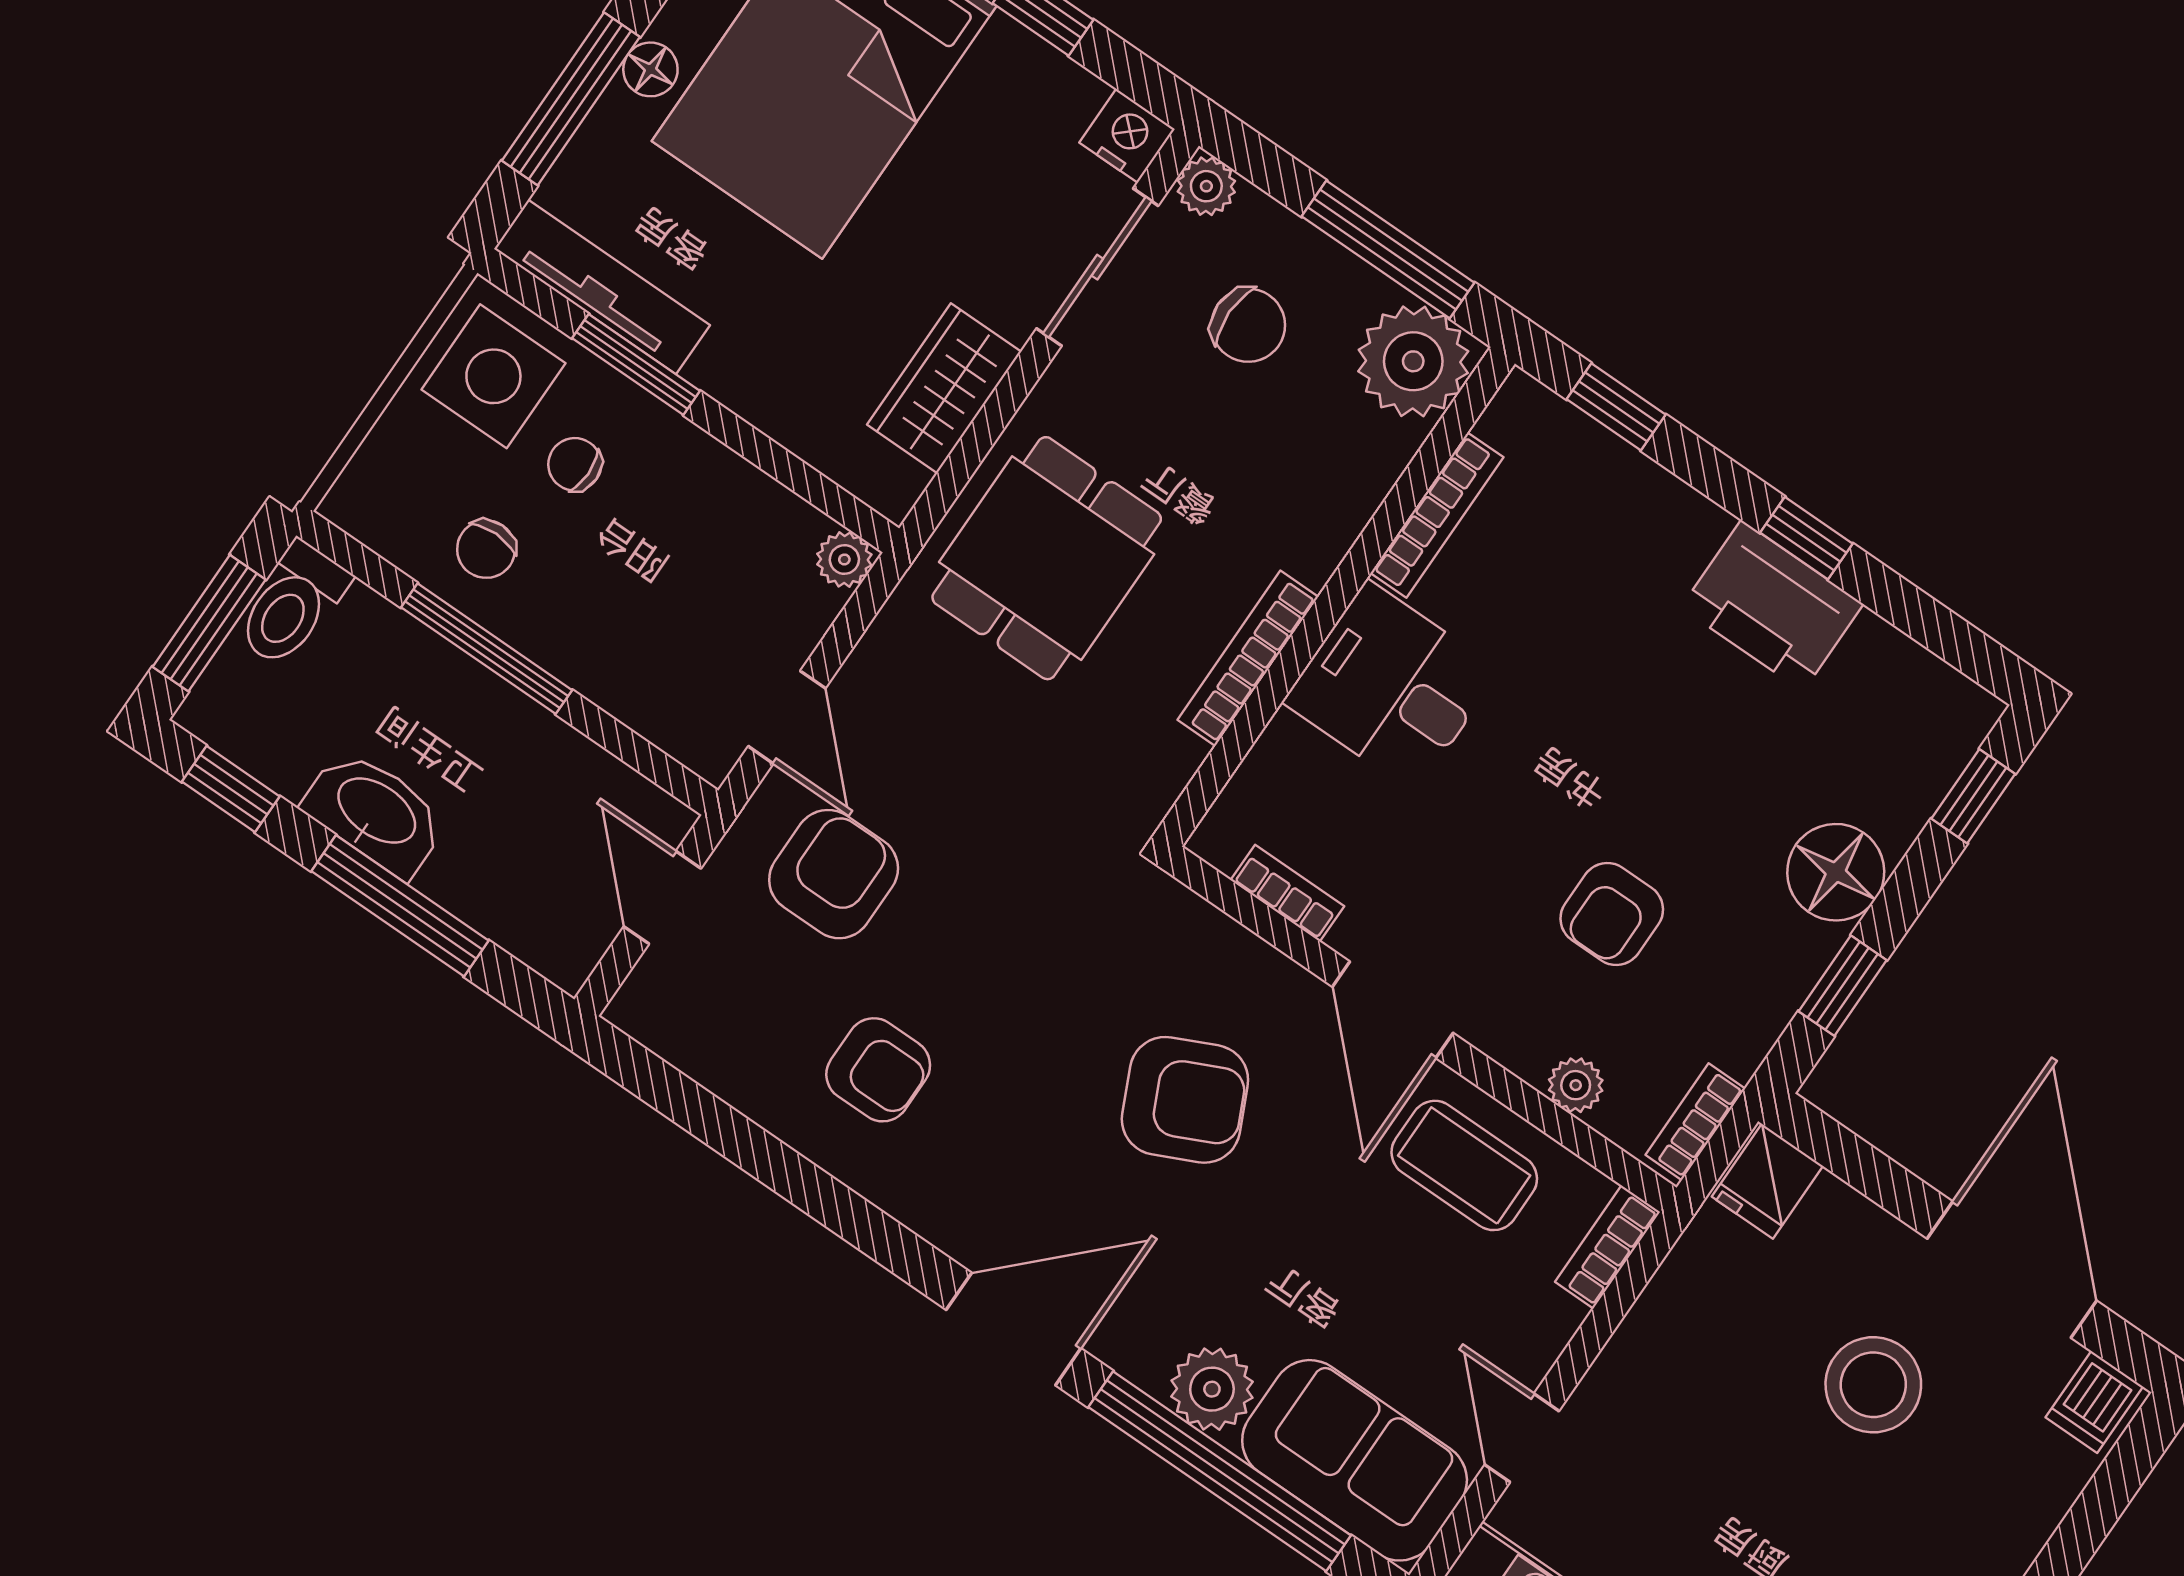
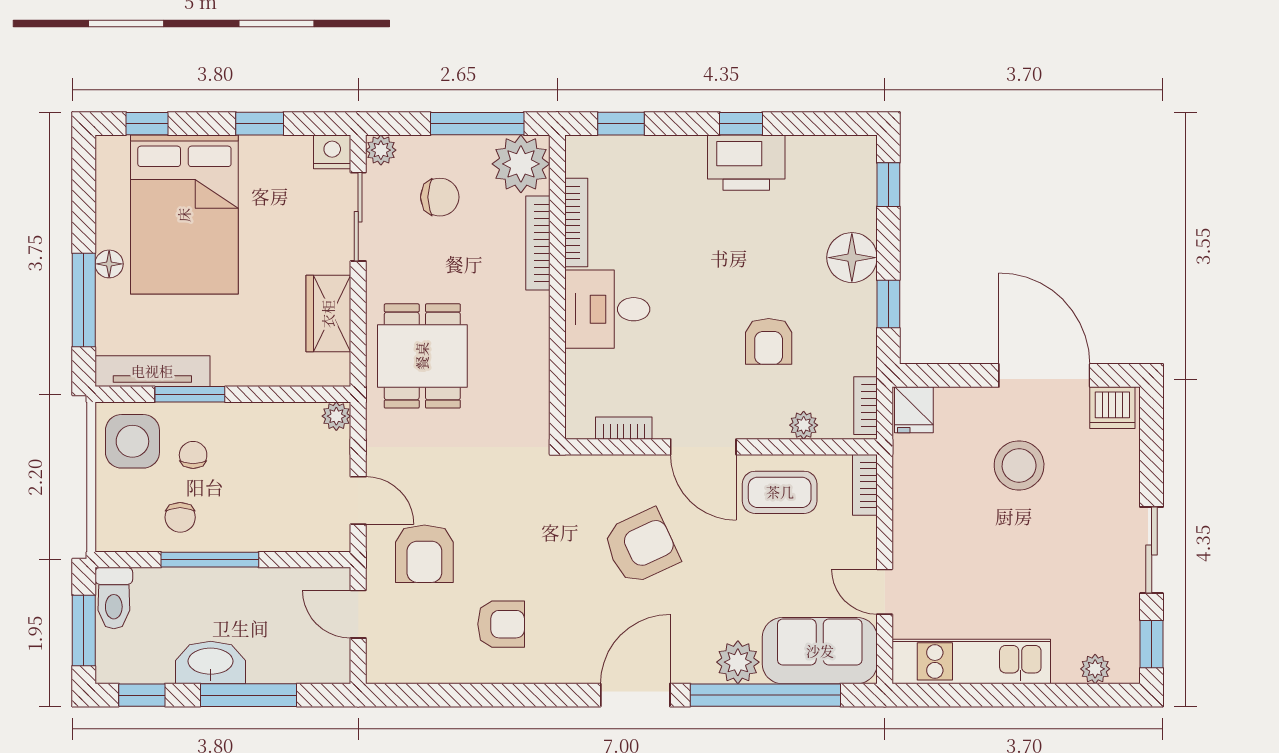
chair: (575, 464) -> (193, 455), turned 90
bookcase: (1248, 658) -> (538, 243), moved
armchair: (834, 874) -> (424, 554), turned 180
dishwasher: (2094, 1402) -> (1112, 408), width x1.38

